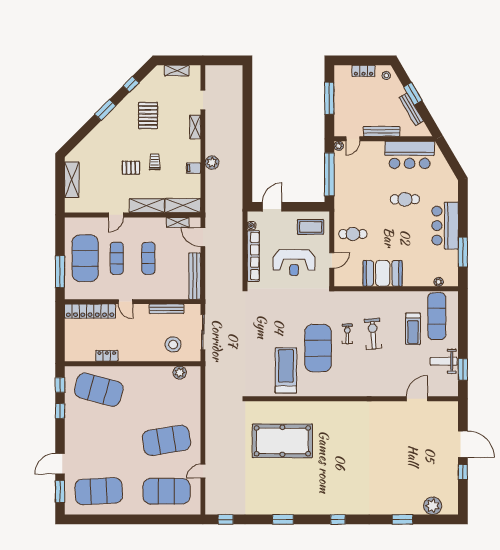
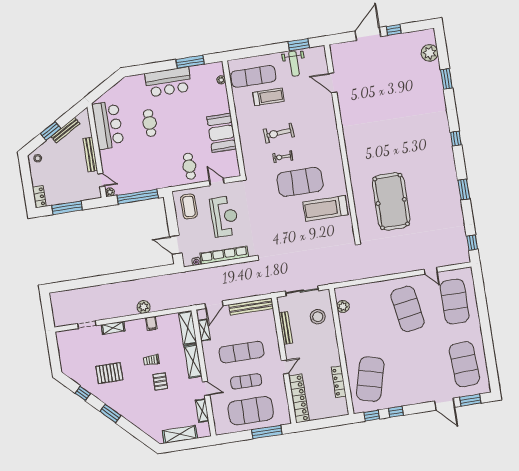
shelving: (177, 71) -> (202, 411), moved
locker: (363, 71) -> (39, 197), moved
exercise mat: (148, 258) -> (241, 352), width x1.36, depth x1.45
locker: (107, 356) -> (339, 382), width x1.53

